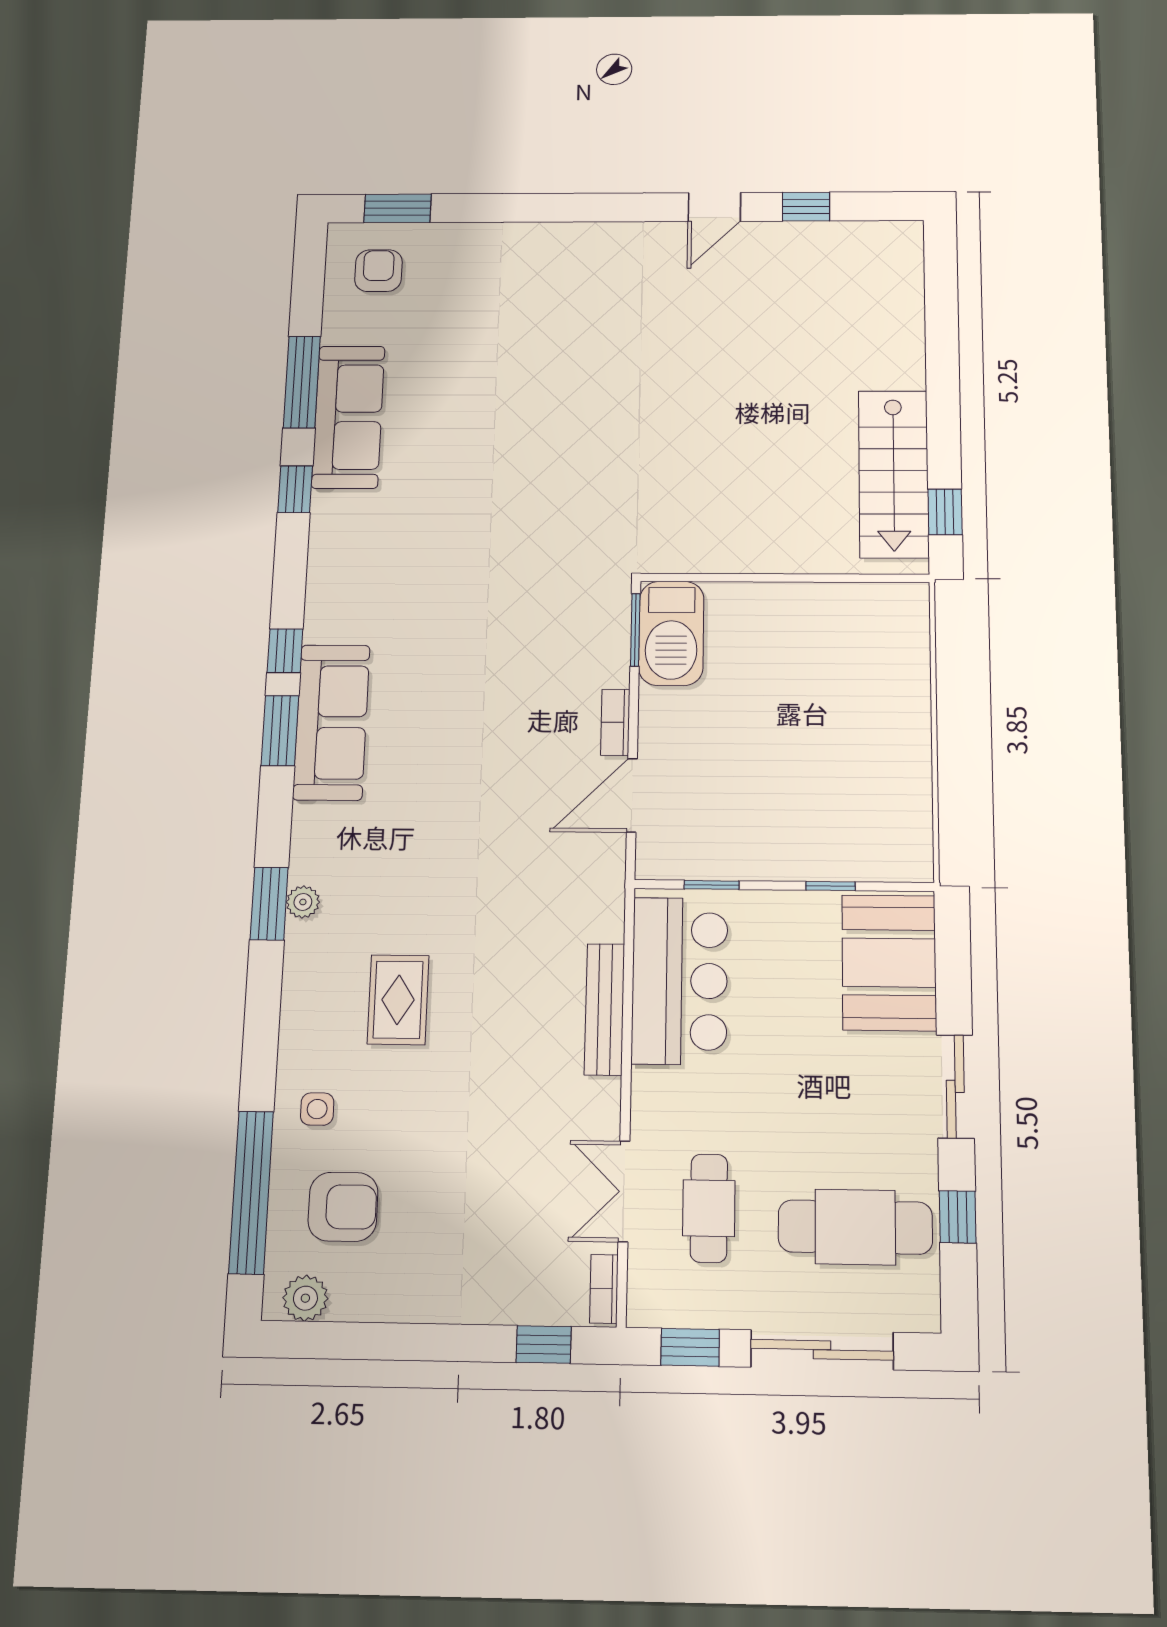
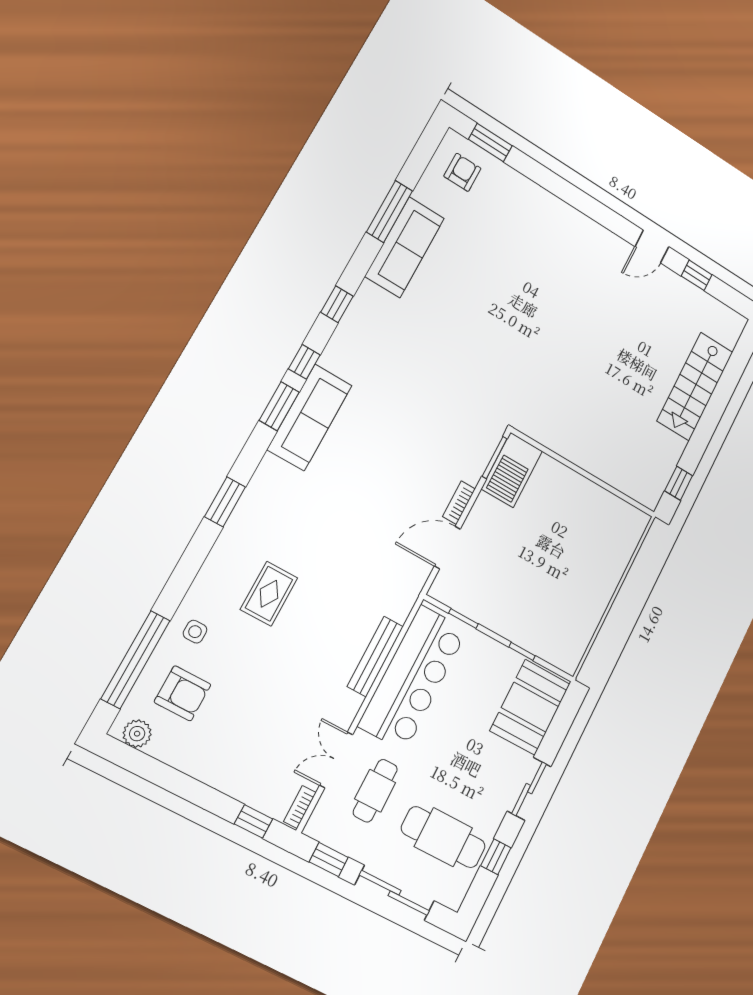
stairs: (894, 474) -> (695, 386), moved
window: (295, 489) -> (337, 304), moved
plant: (303, 902) -> (244, 511), removed
bar counter: (680, 981) -> (413, 678), width x1.36

